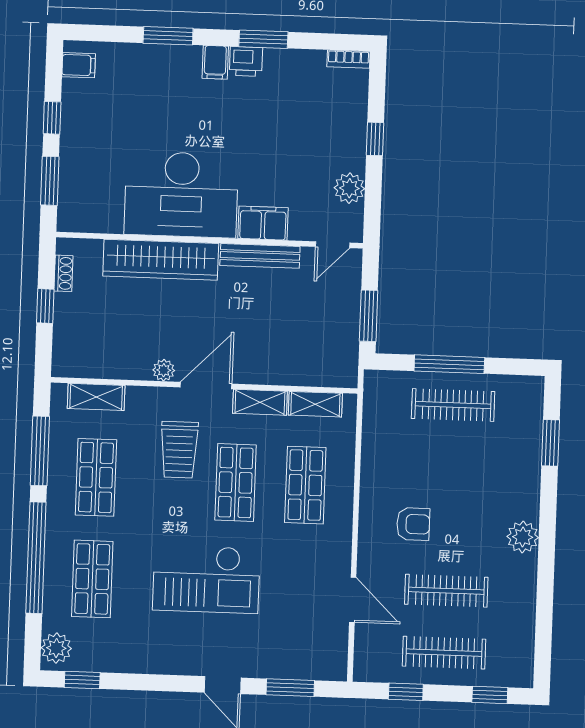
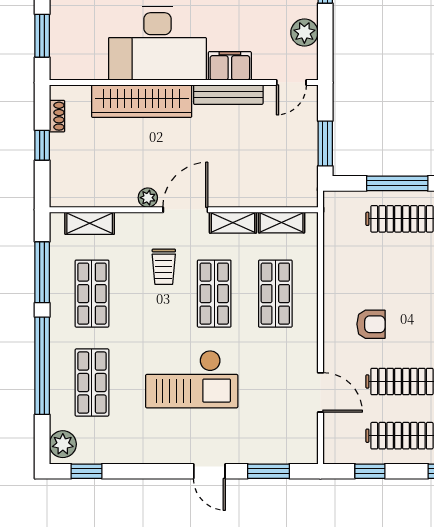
trolley: (179, 450) -> (164, 267), width x0.73, depth x0.72

